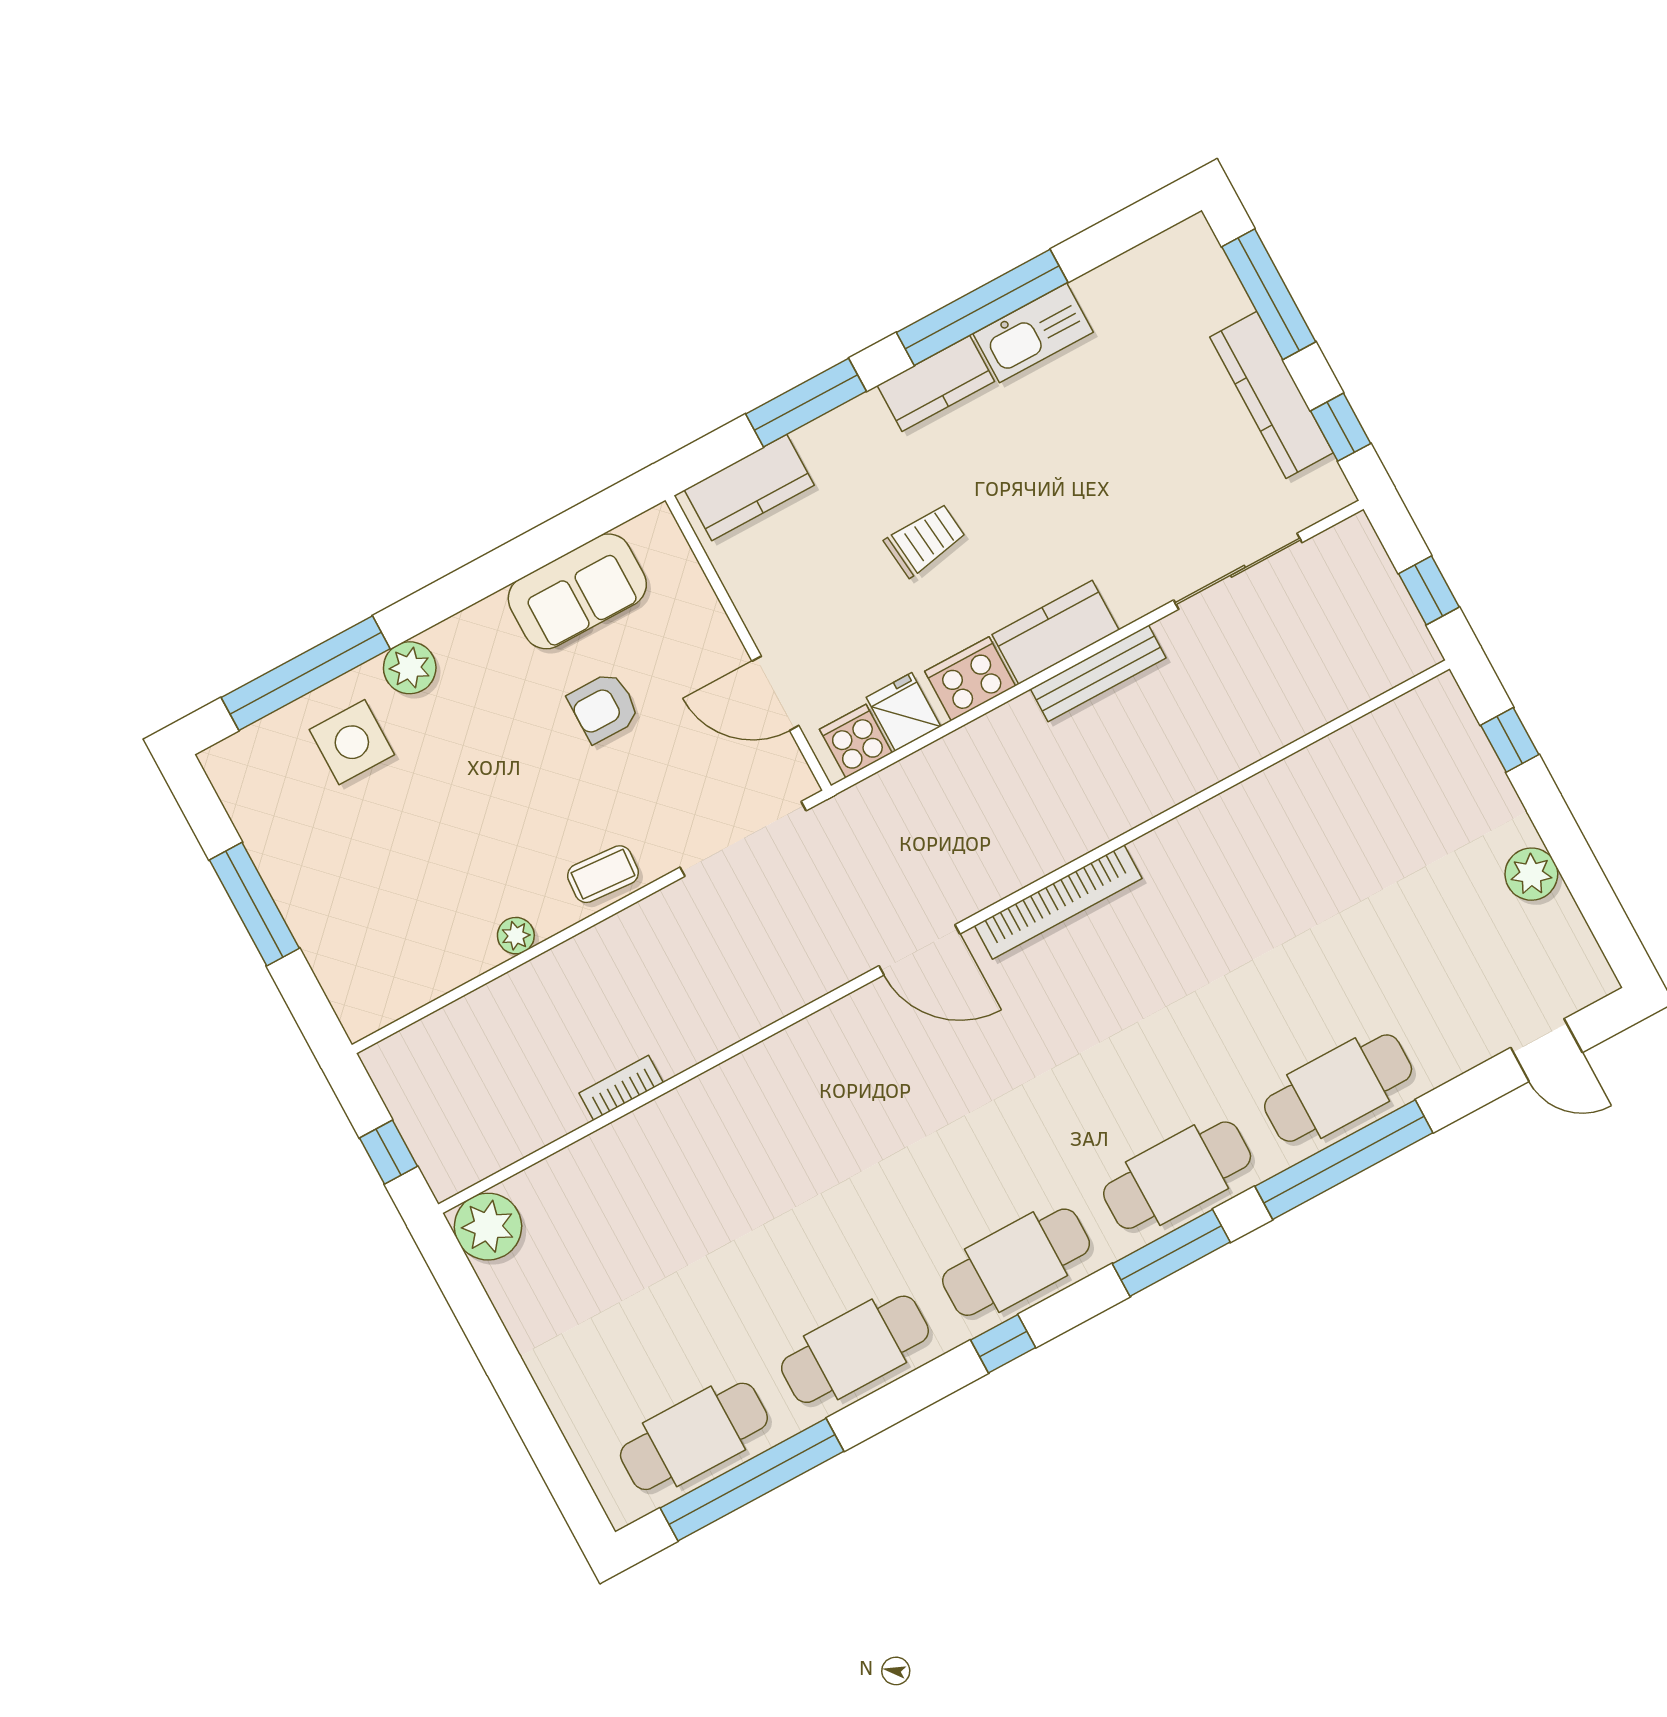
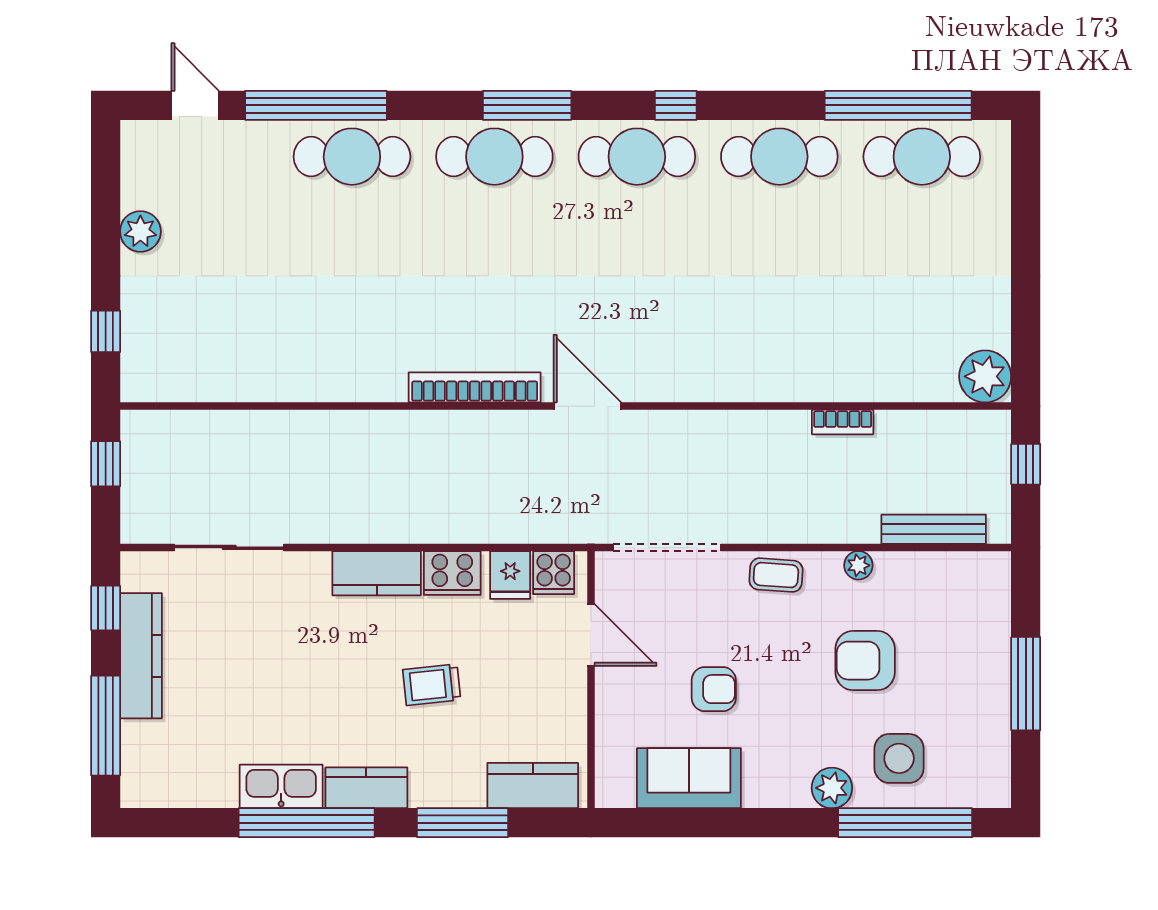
bench: (1098, 673) -> (934, 529), moved
armchair: (450, 832) -> (865, 661), added
window: (1344, 1160) -> (316, 105), moved

